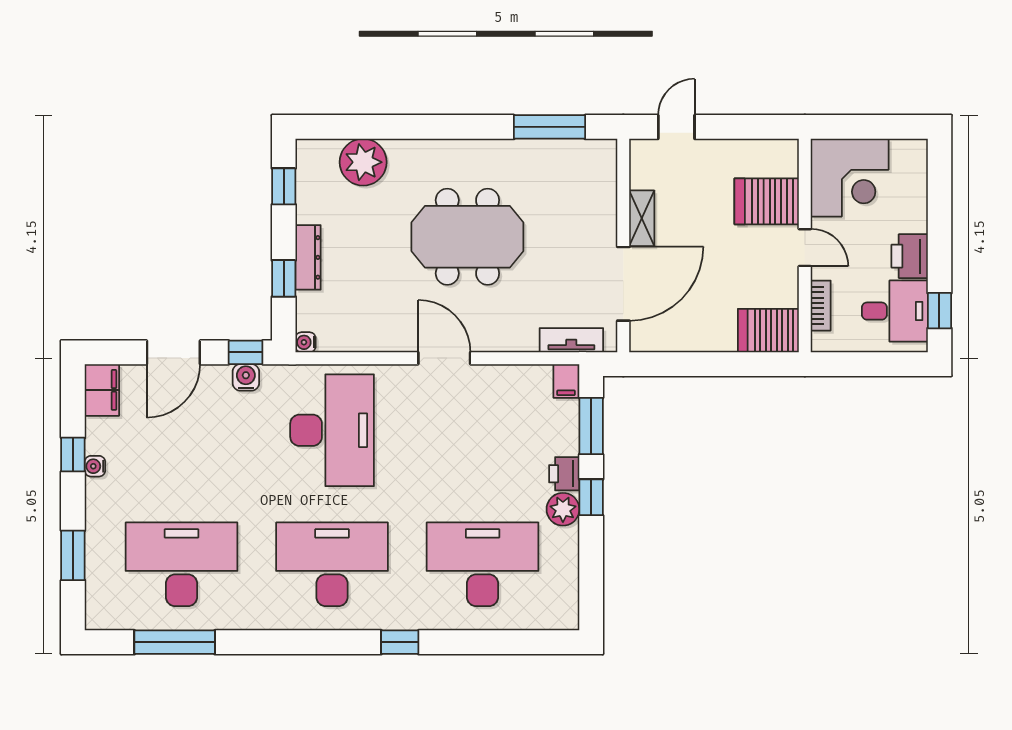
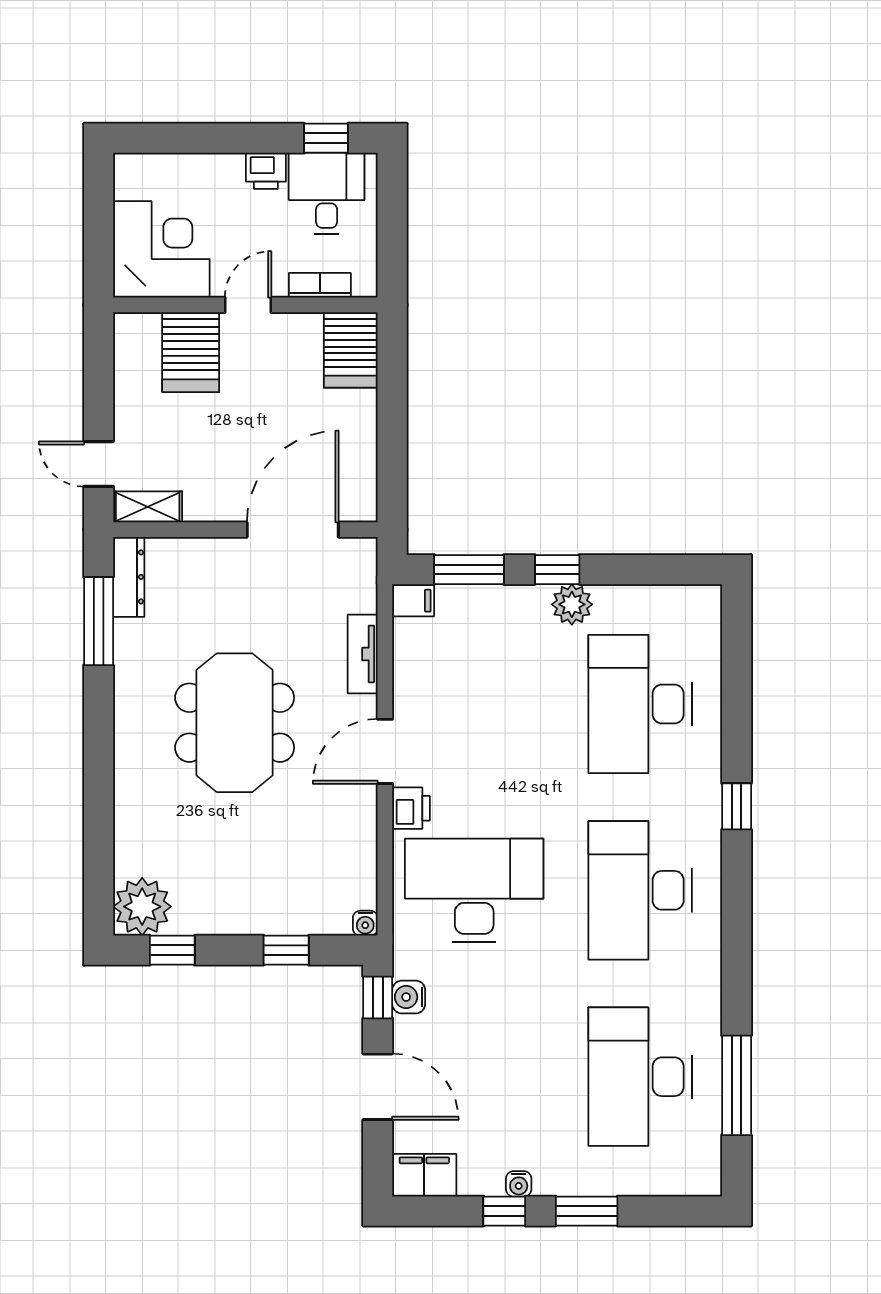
plant: (363, 162) -> (142, 907), moved
shelving: (642, 218) -> (148, 507), moved
printer: (910, 256) -> (266, 171), width x0.73, depth x0.81
dresser: (308, 257) -> (129, 577), moved, turned 90
door: (623, 284) -> (293, 530), hinge flipped
tv unit: (571, 340) -> (363, 654), moved
printer: (564, 474) -> (411, 808), moved, turned -90
window: (73, 555) -> (587, 1211), moved

